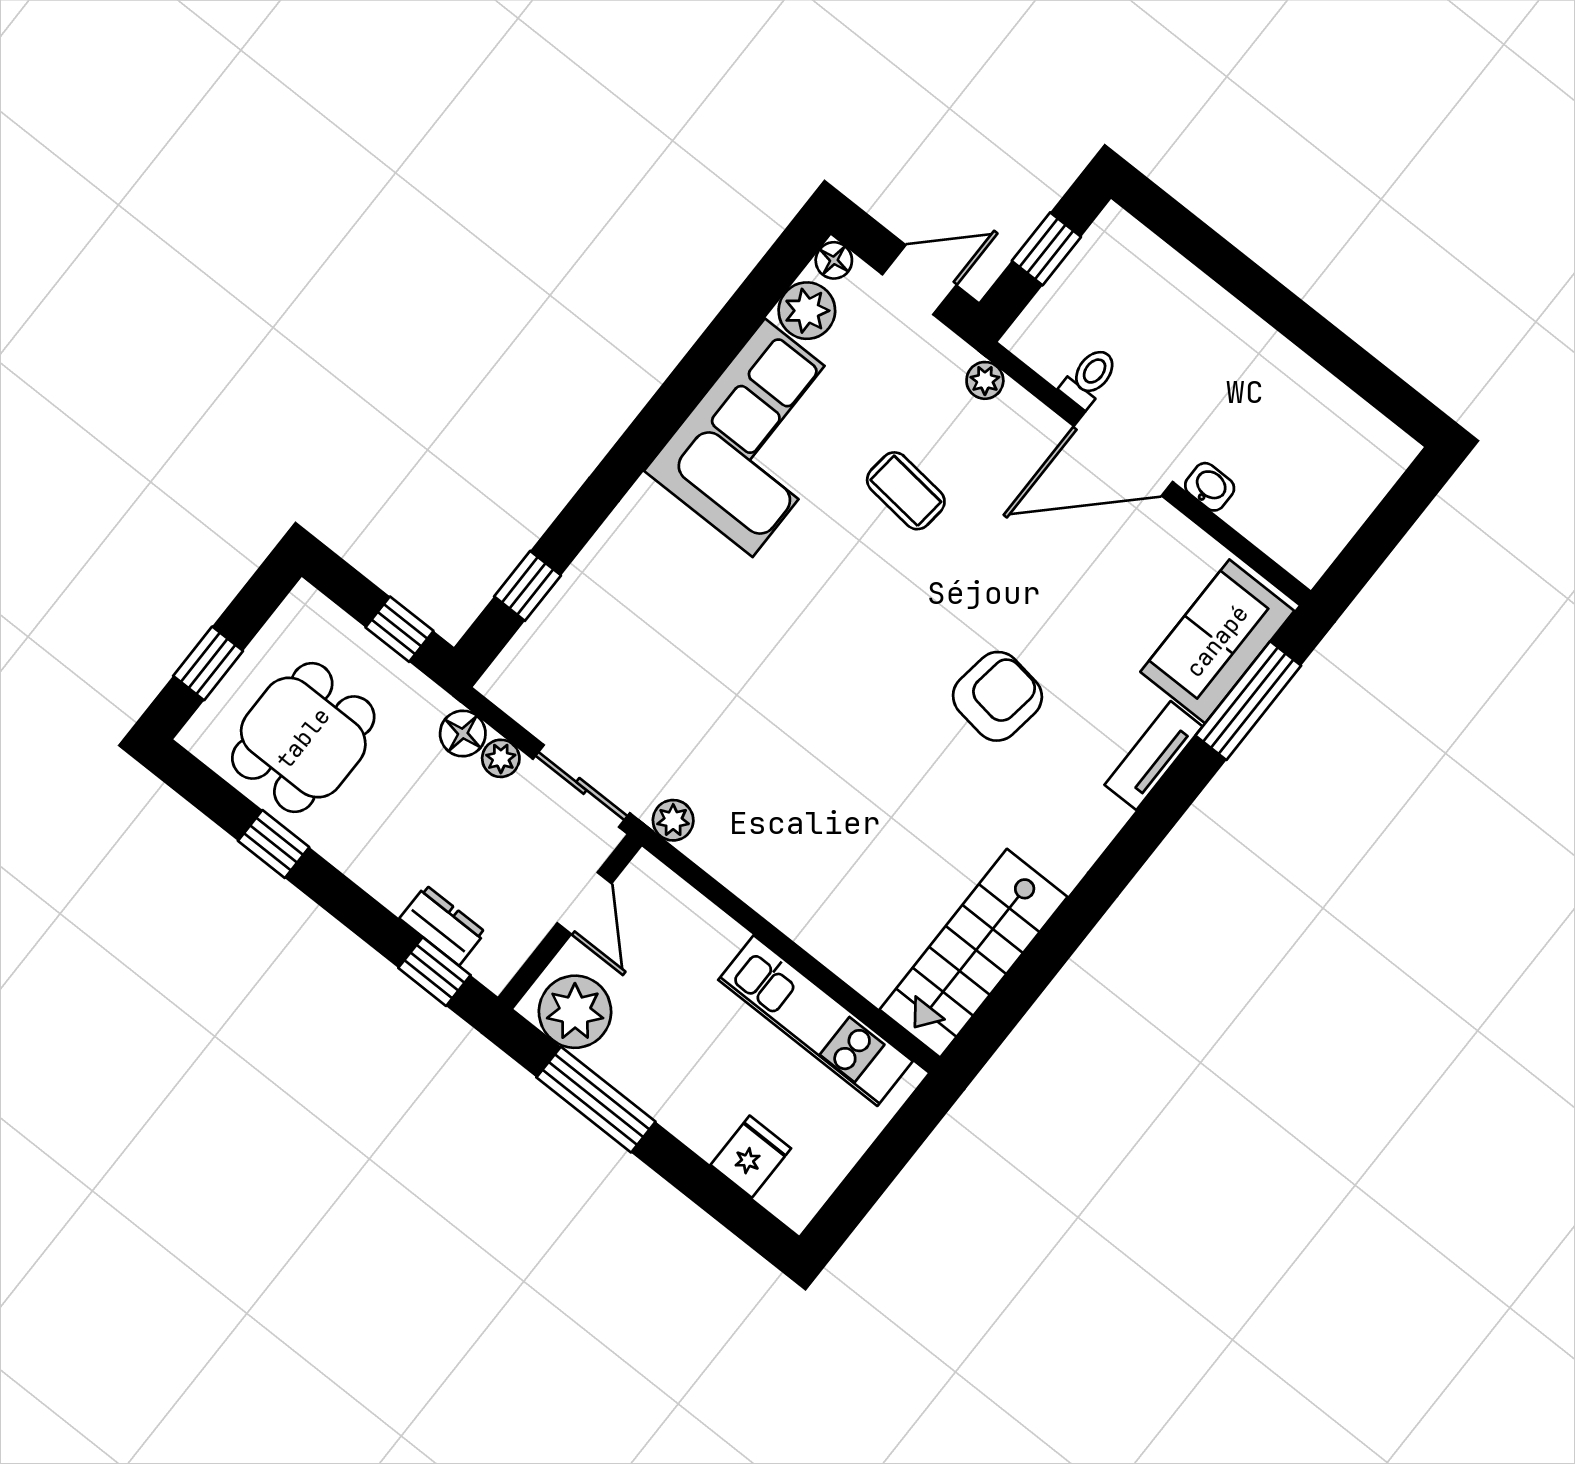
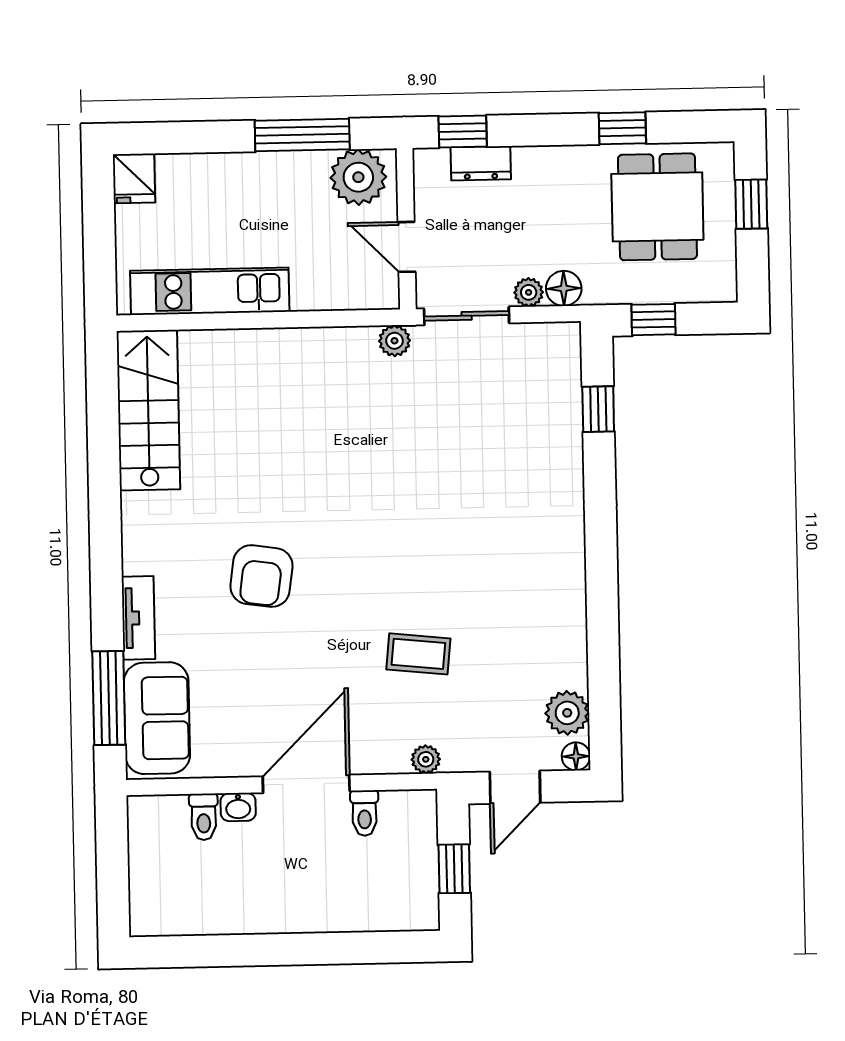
corner sofa: (759, 438) -> (533, 613), removed
toilet: (1252, 505) -> (204, 817), added
fridge: (751, 1157) -> (134, 178), moved

